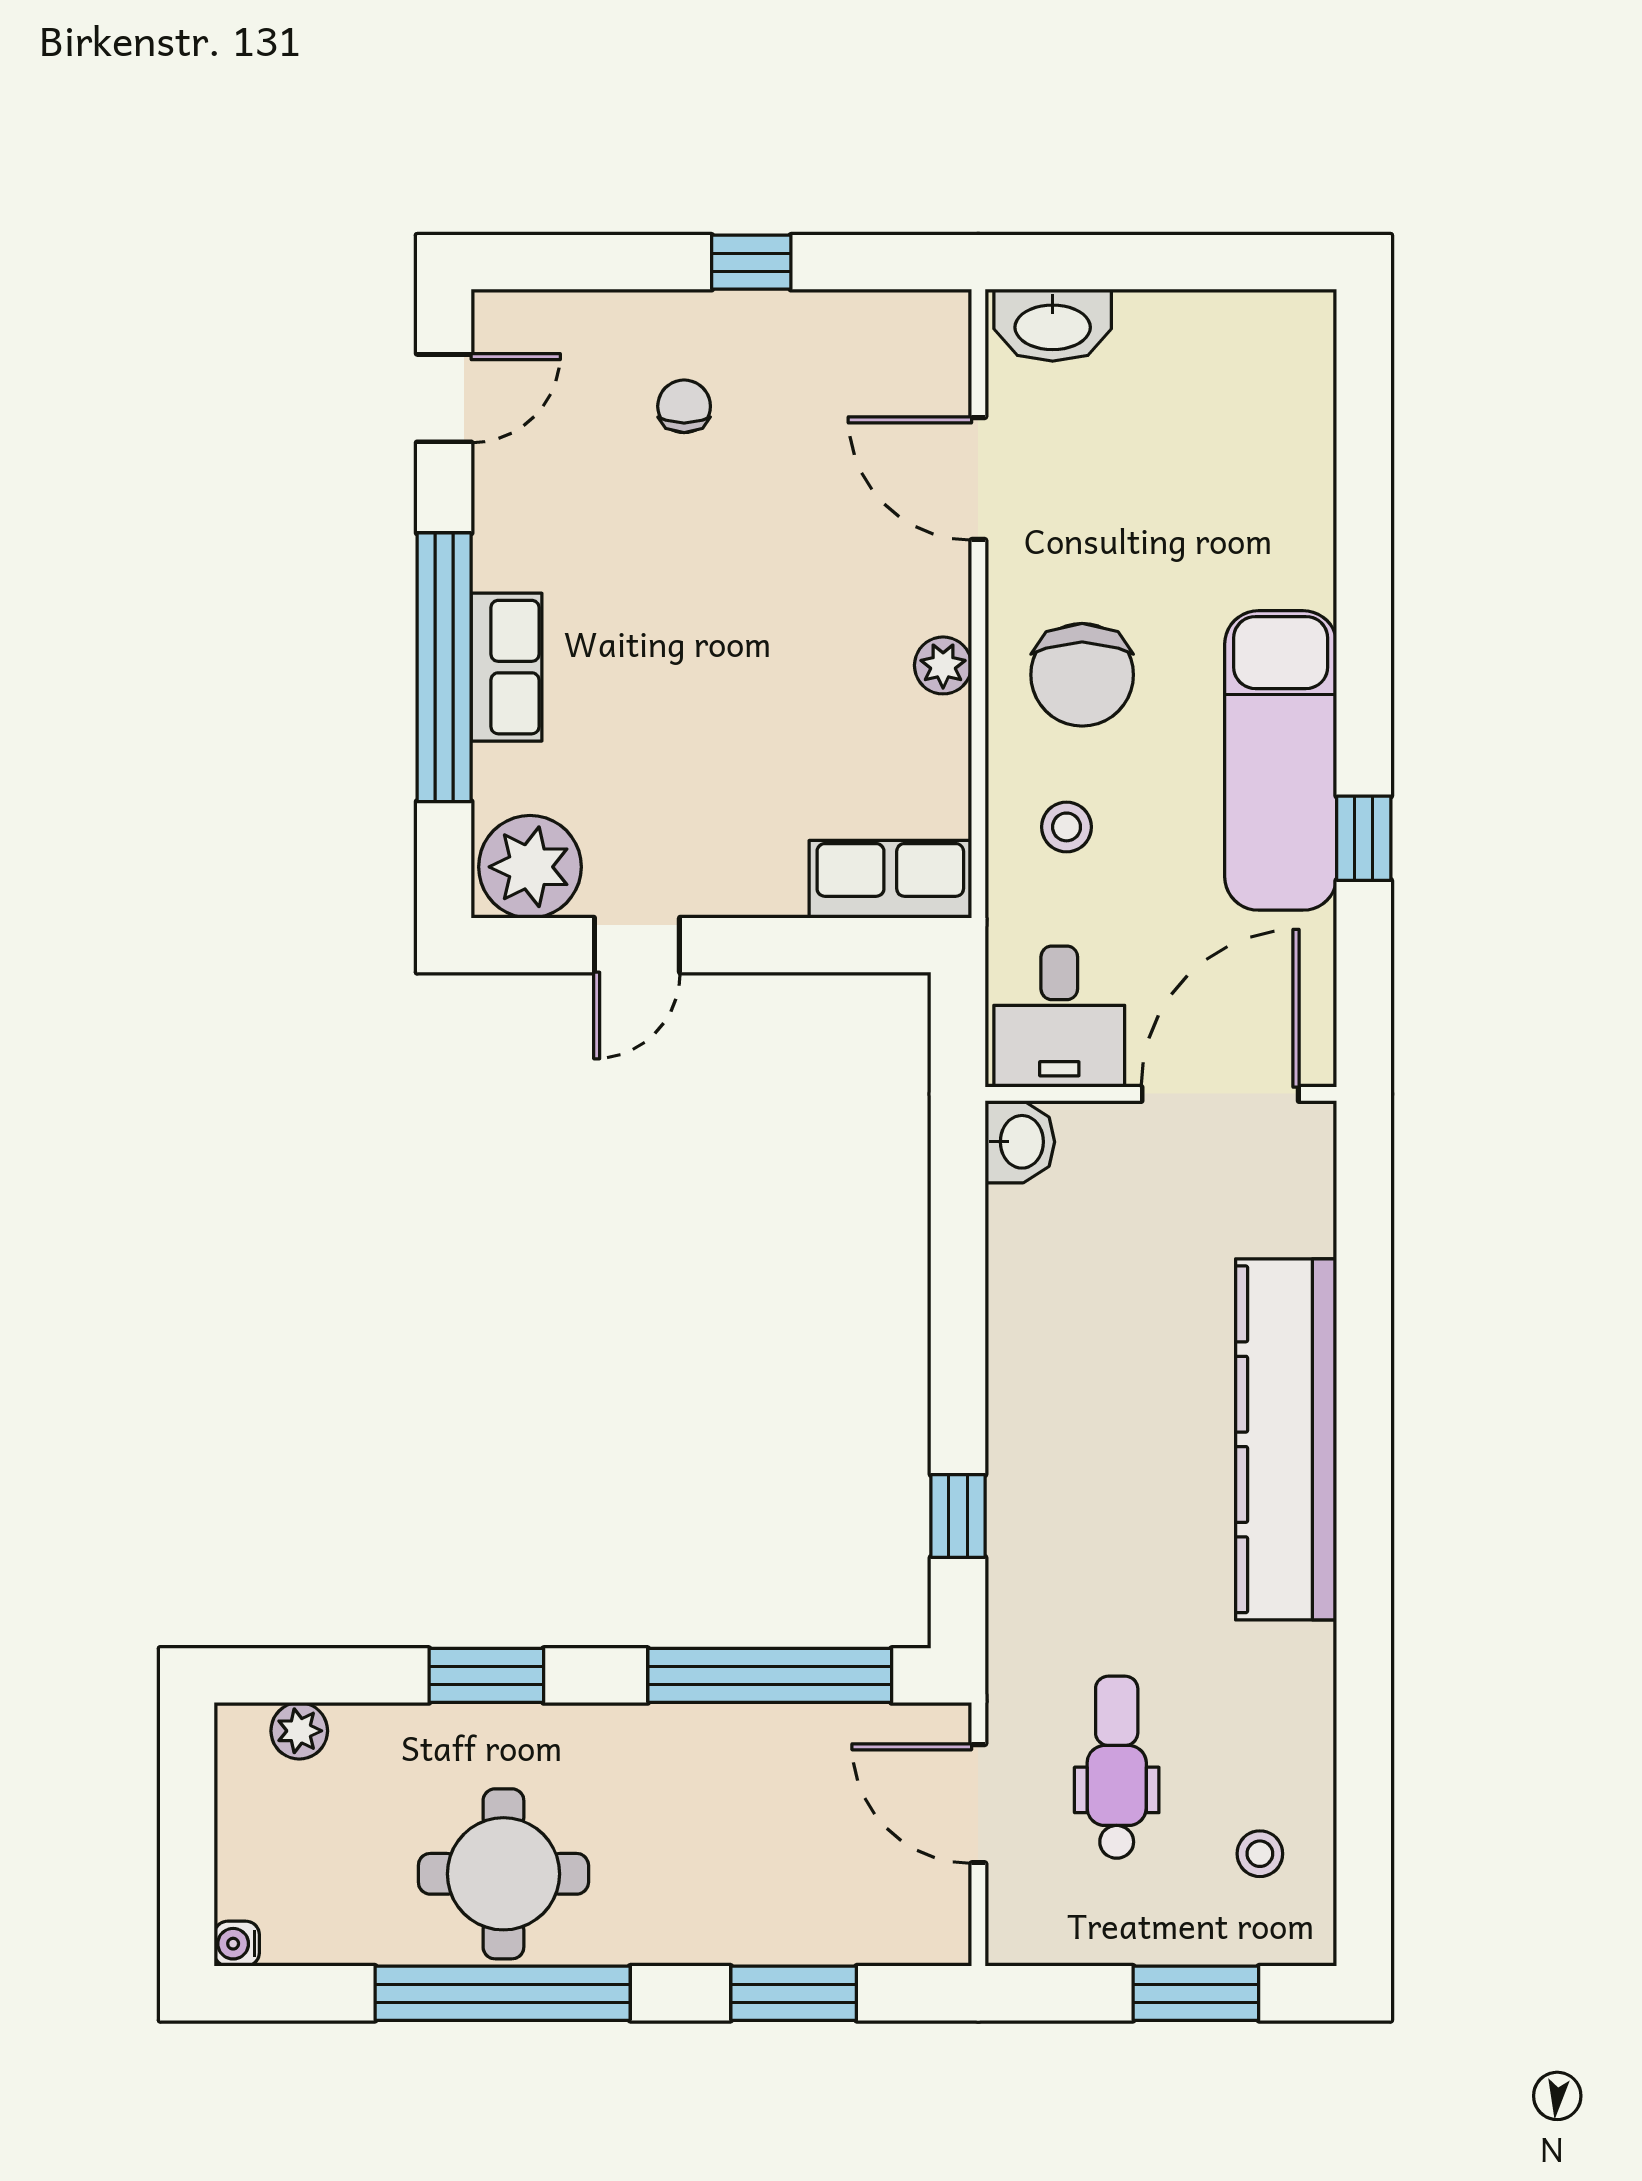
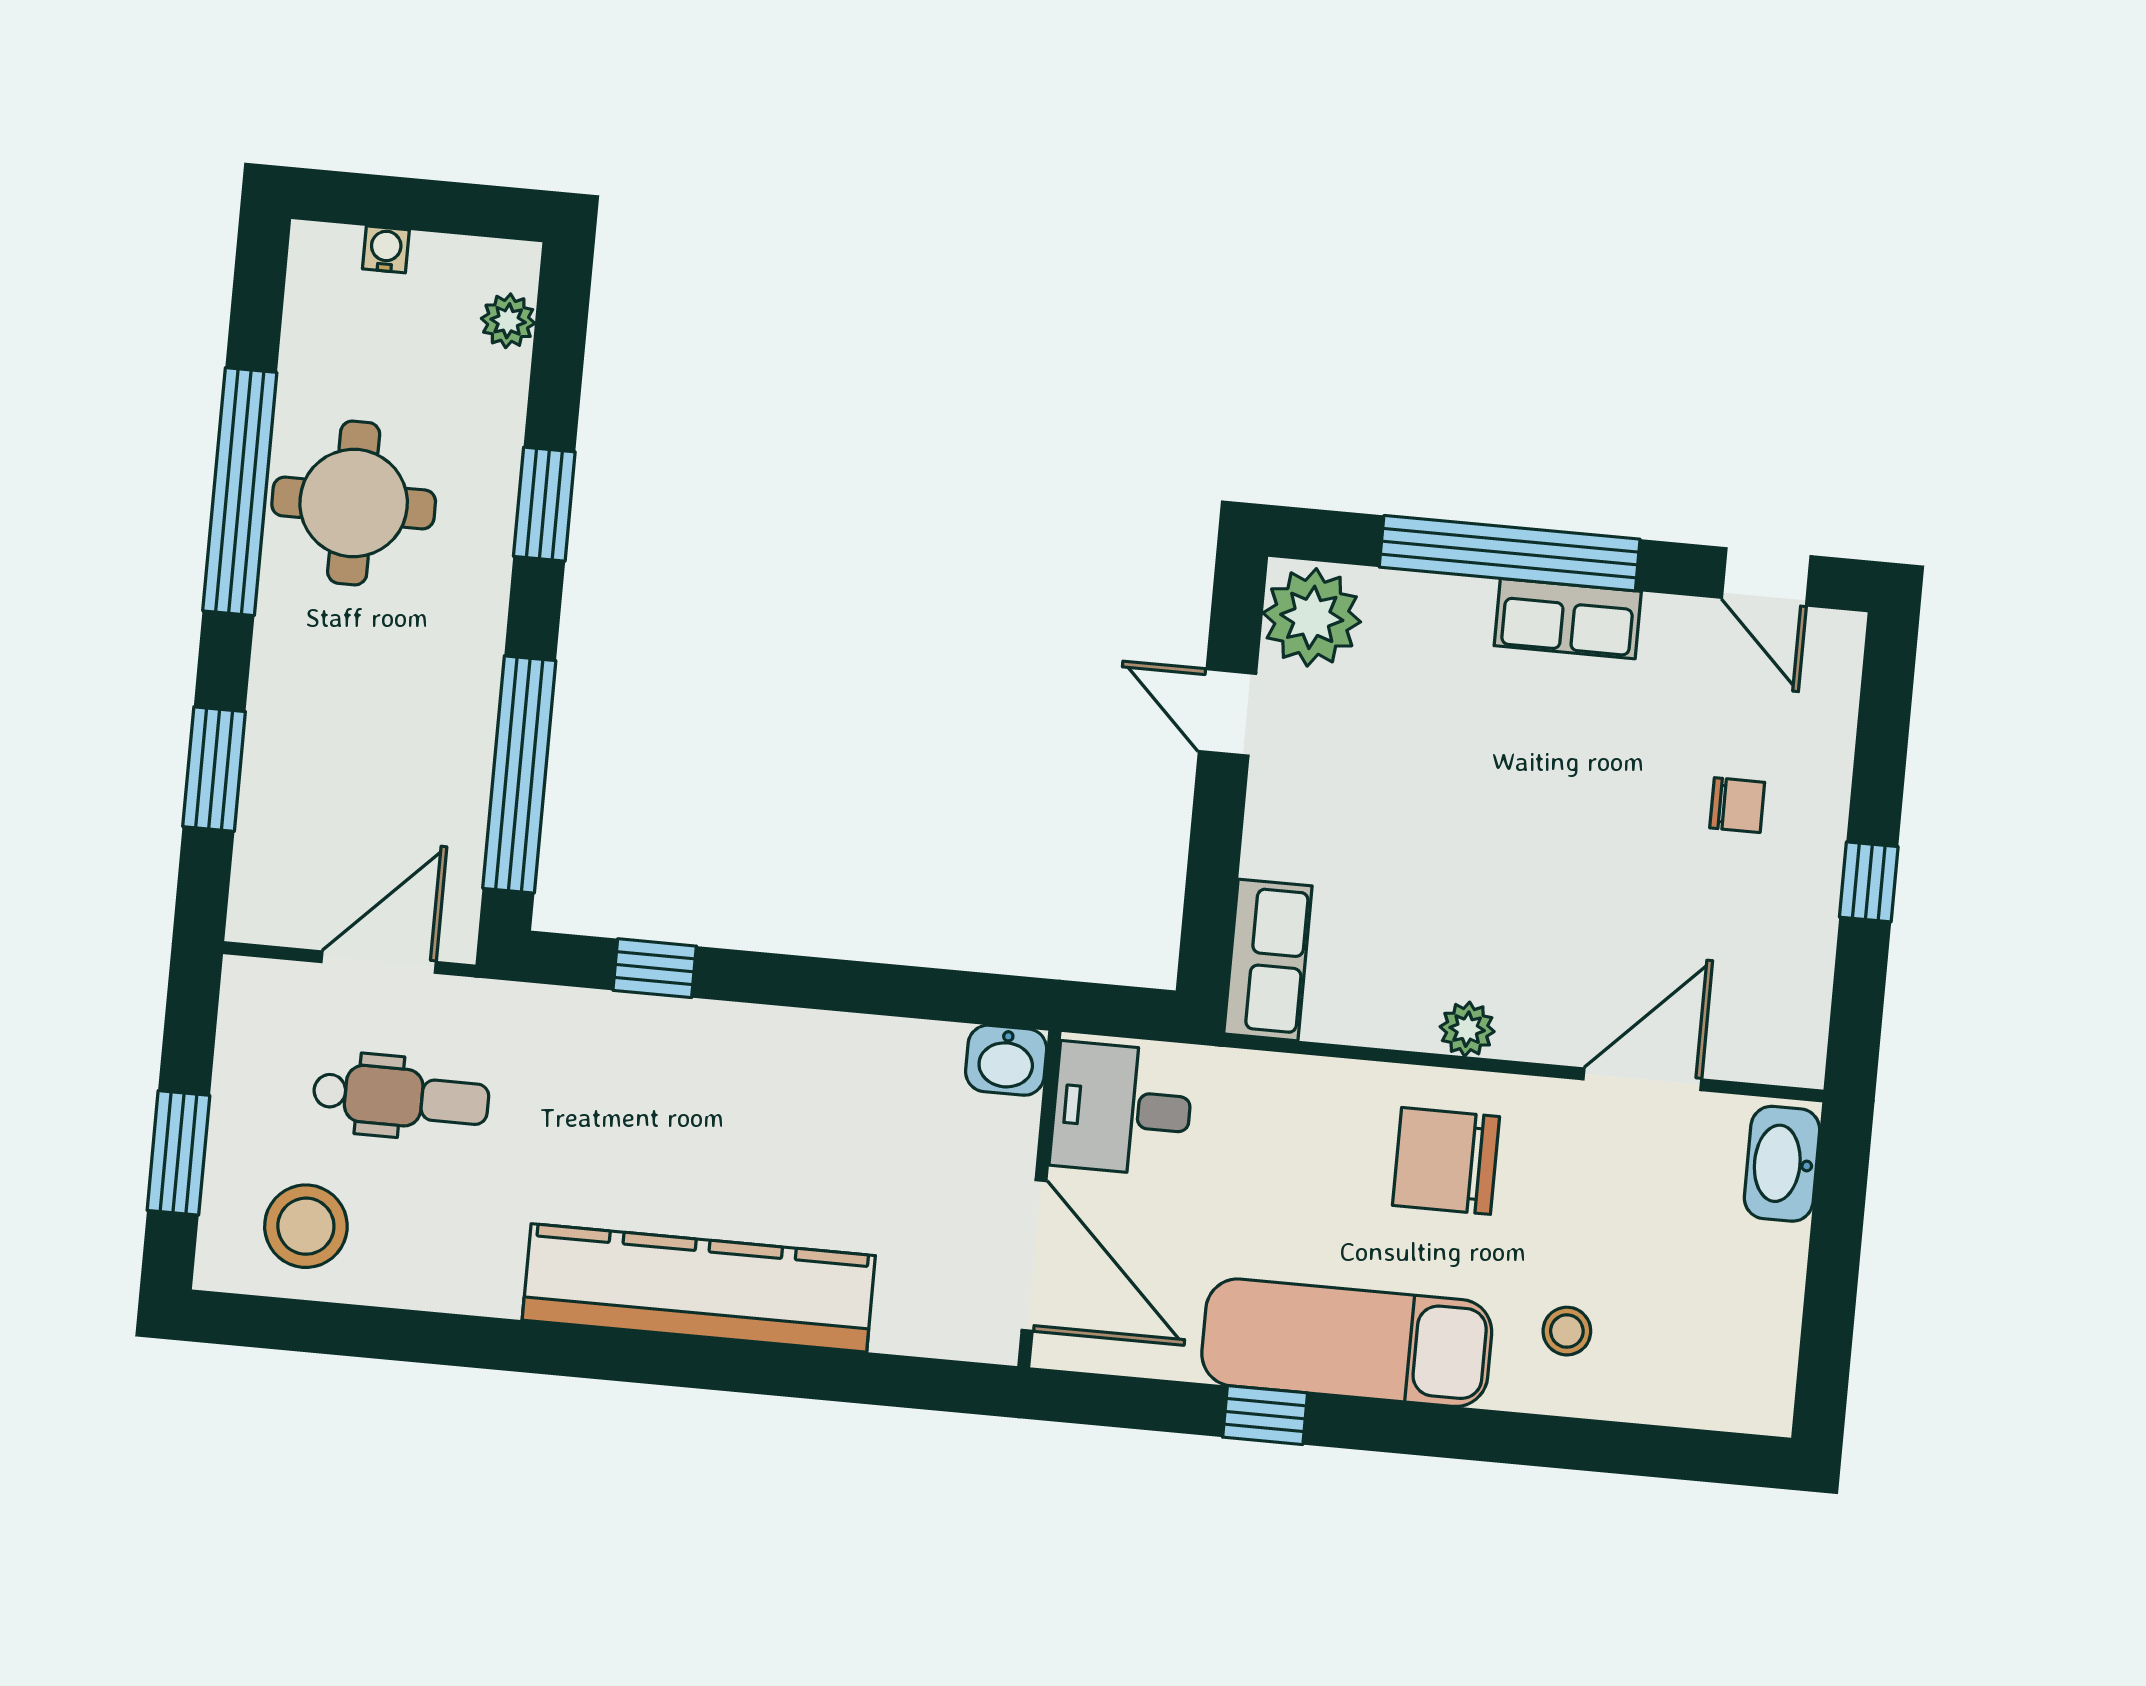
row of seats: (507, 667) -> (1568, 619), moved
stool: (1067, 827) -> (1567, 1331), moved
stool: (1260, 1854) -> (306, 1226), width x1.89, depth x1.89
water cooler: (237, 1944) -> (386, 249), moved

